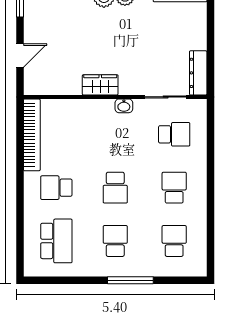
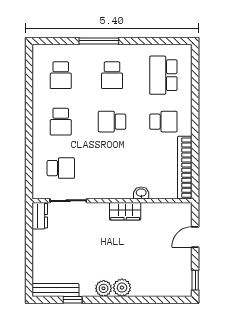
dresser: (198, 73) -> (40, 216), width x0.70
washbasin: (124, 106) -> (141, 193), moved
school desk: (174, 134) -> (61, 168), turned 180
school desk: (115, 188) -> (112, 122), turned -90

